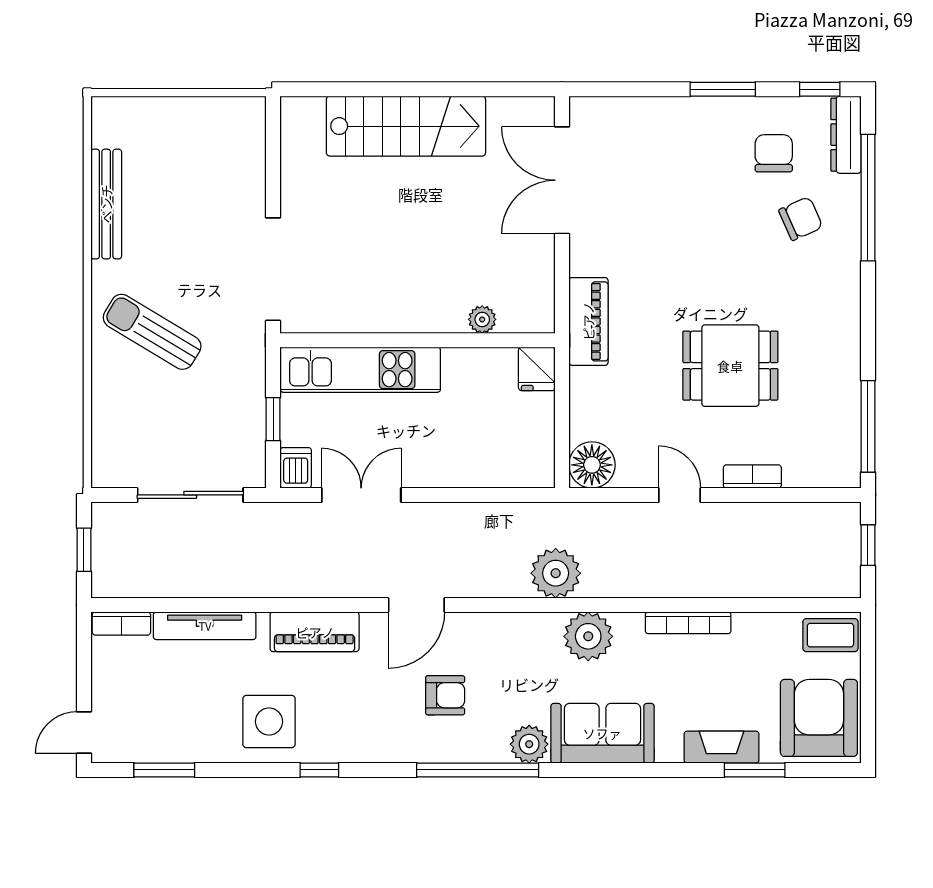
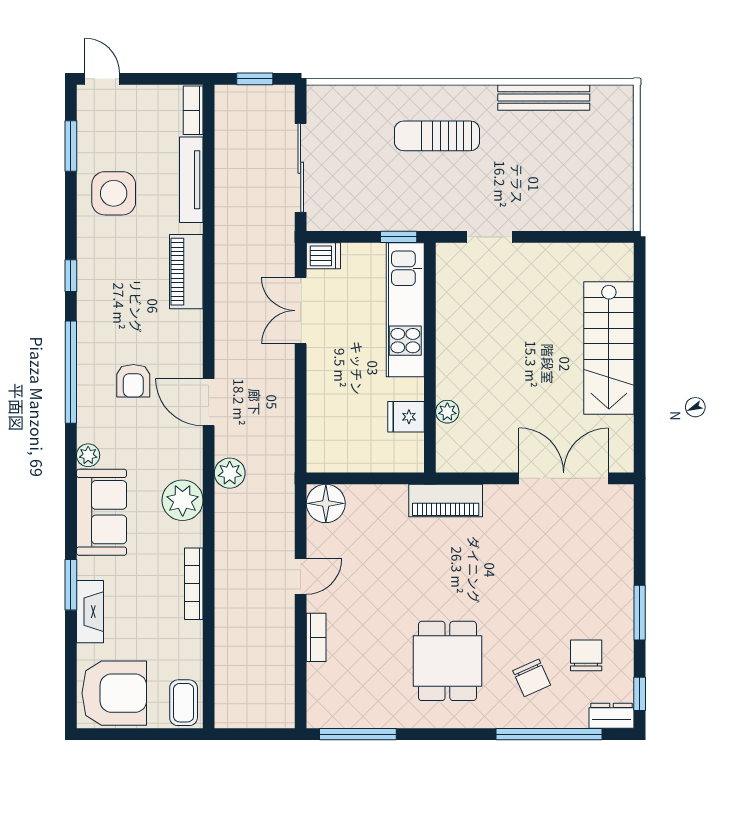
dresser: (846, 135) -> (612, 716), width x0.70
chair: (774, 153) -> (586, 655), turned -90
doorway: (273, 269) -> (489, 237), width x0.53
sun lounger: (152, 332) -> (437, 136), turned -121
dining table: (730, 366) -> (447, 661), moved
fridge: (537, 369) -> (406, 417), moved
window: (273, 419) -> (399, 237), moved
double door: (361, 495) -> (301, 311), swing flipped
window: (868, 545) -> (259, 734), removed
plant: (556, 573) -> (230, 473), width x0.73, depth x0.73
door: (416, 605) -> (209, 402), moved
side table: (269, 722) -> (114, 193), moved
plant: (529, 744) -> (88, 455), width x0.73, depth x0.73
window: (478, 770) -> (71, 372), moved
window: (755, 770) -> (71, 585), moved

